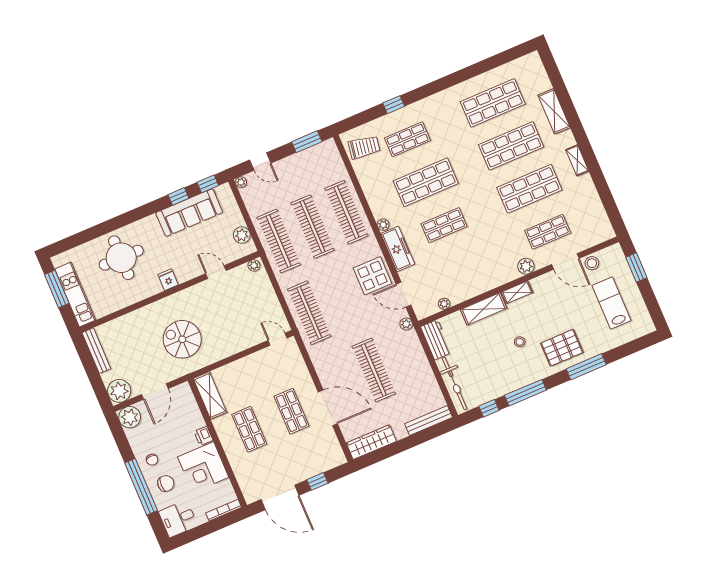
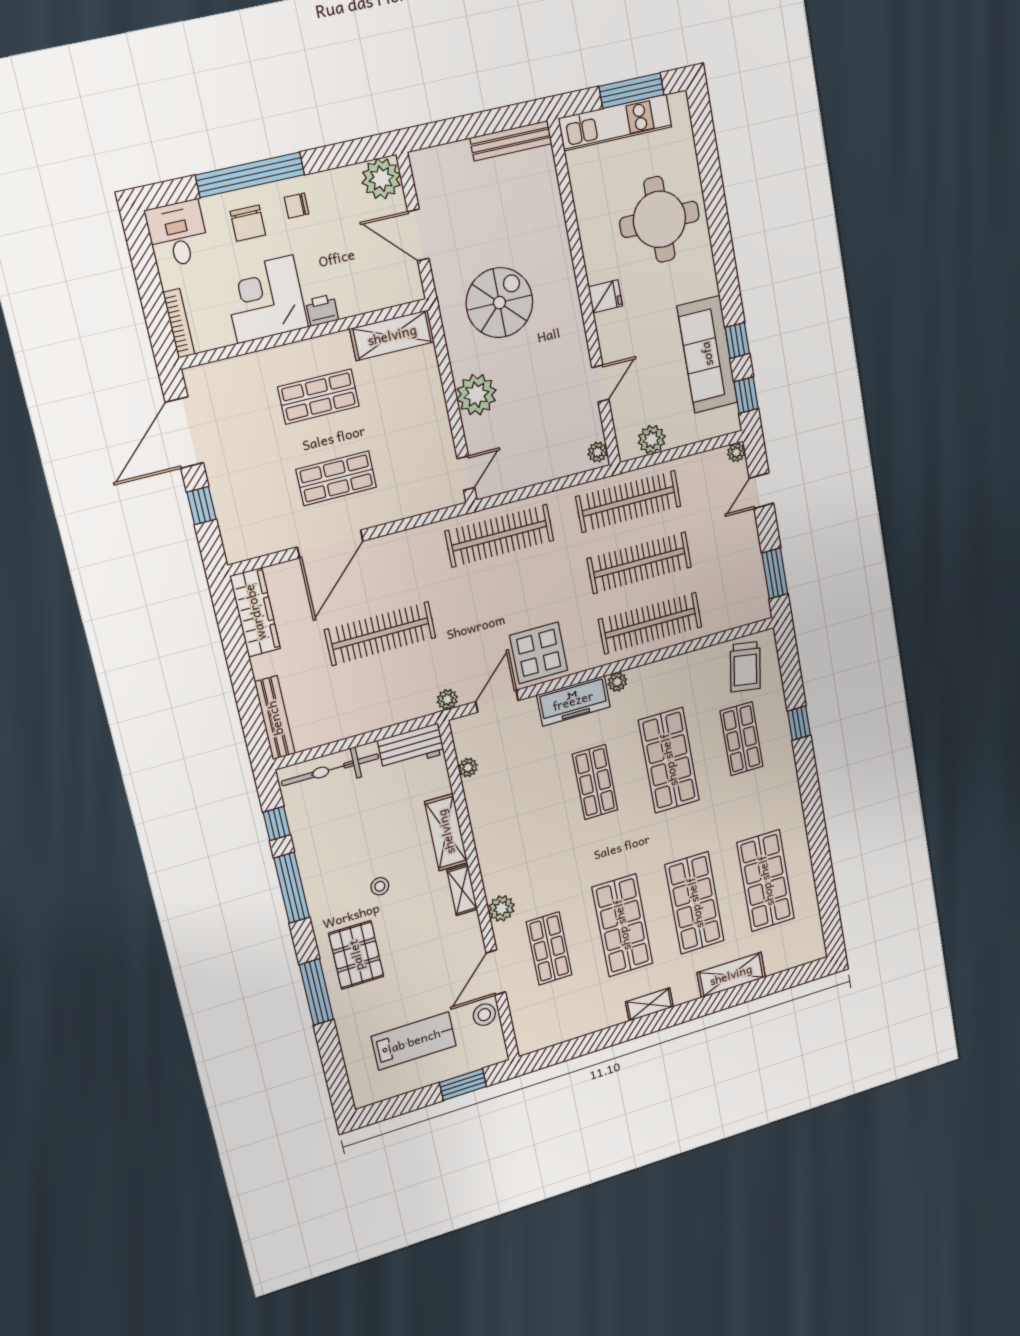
plant: (119, 391) -> (476, 395), moved

